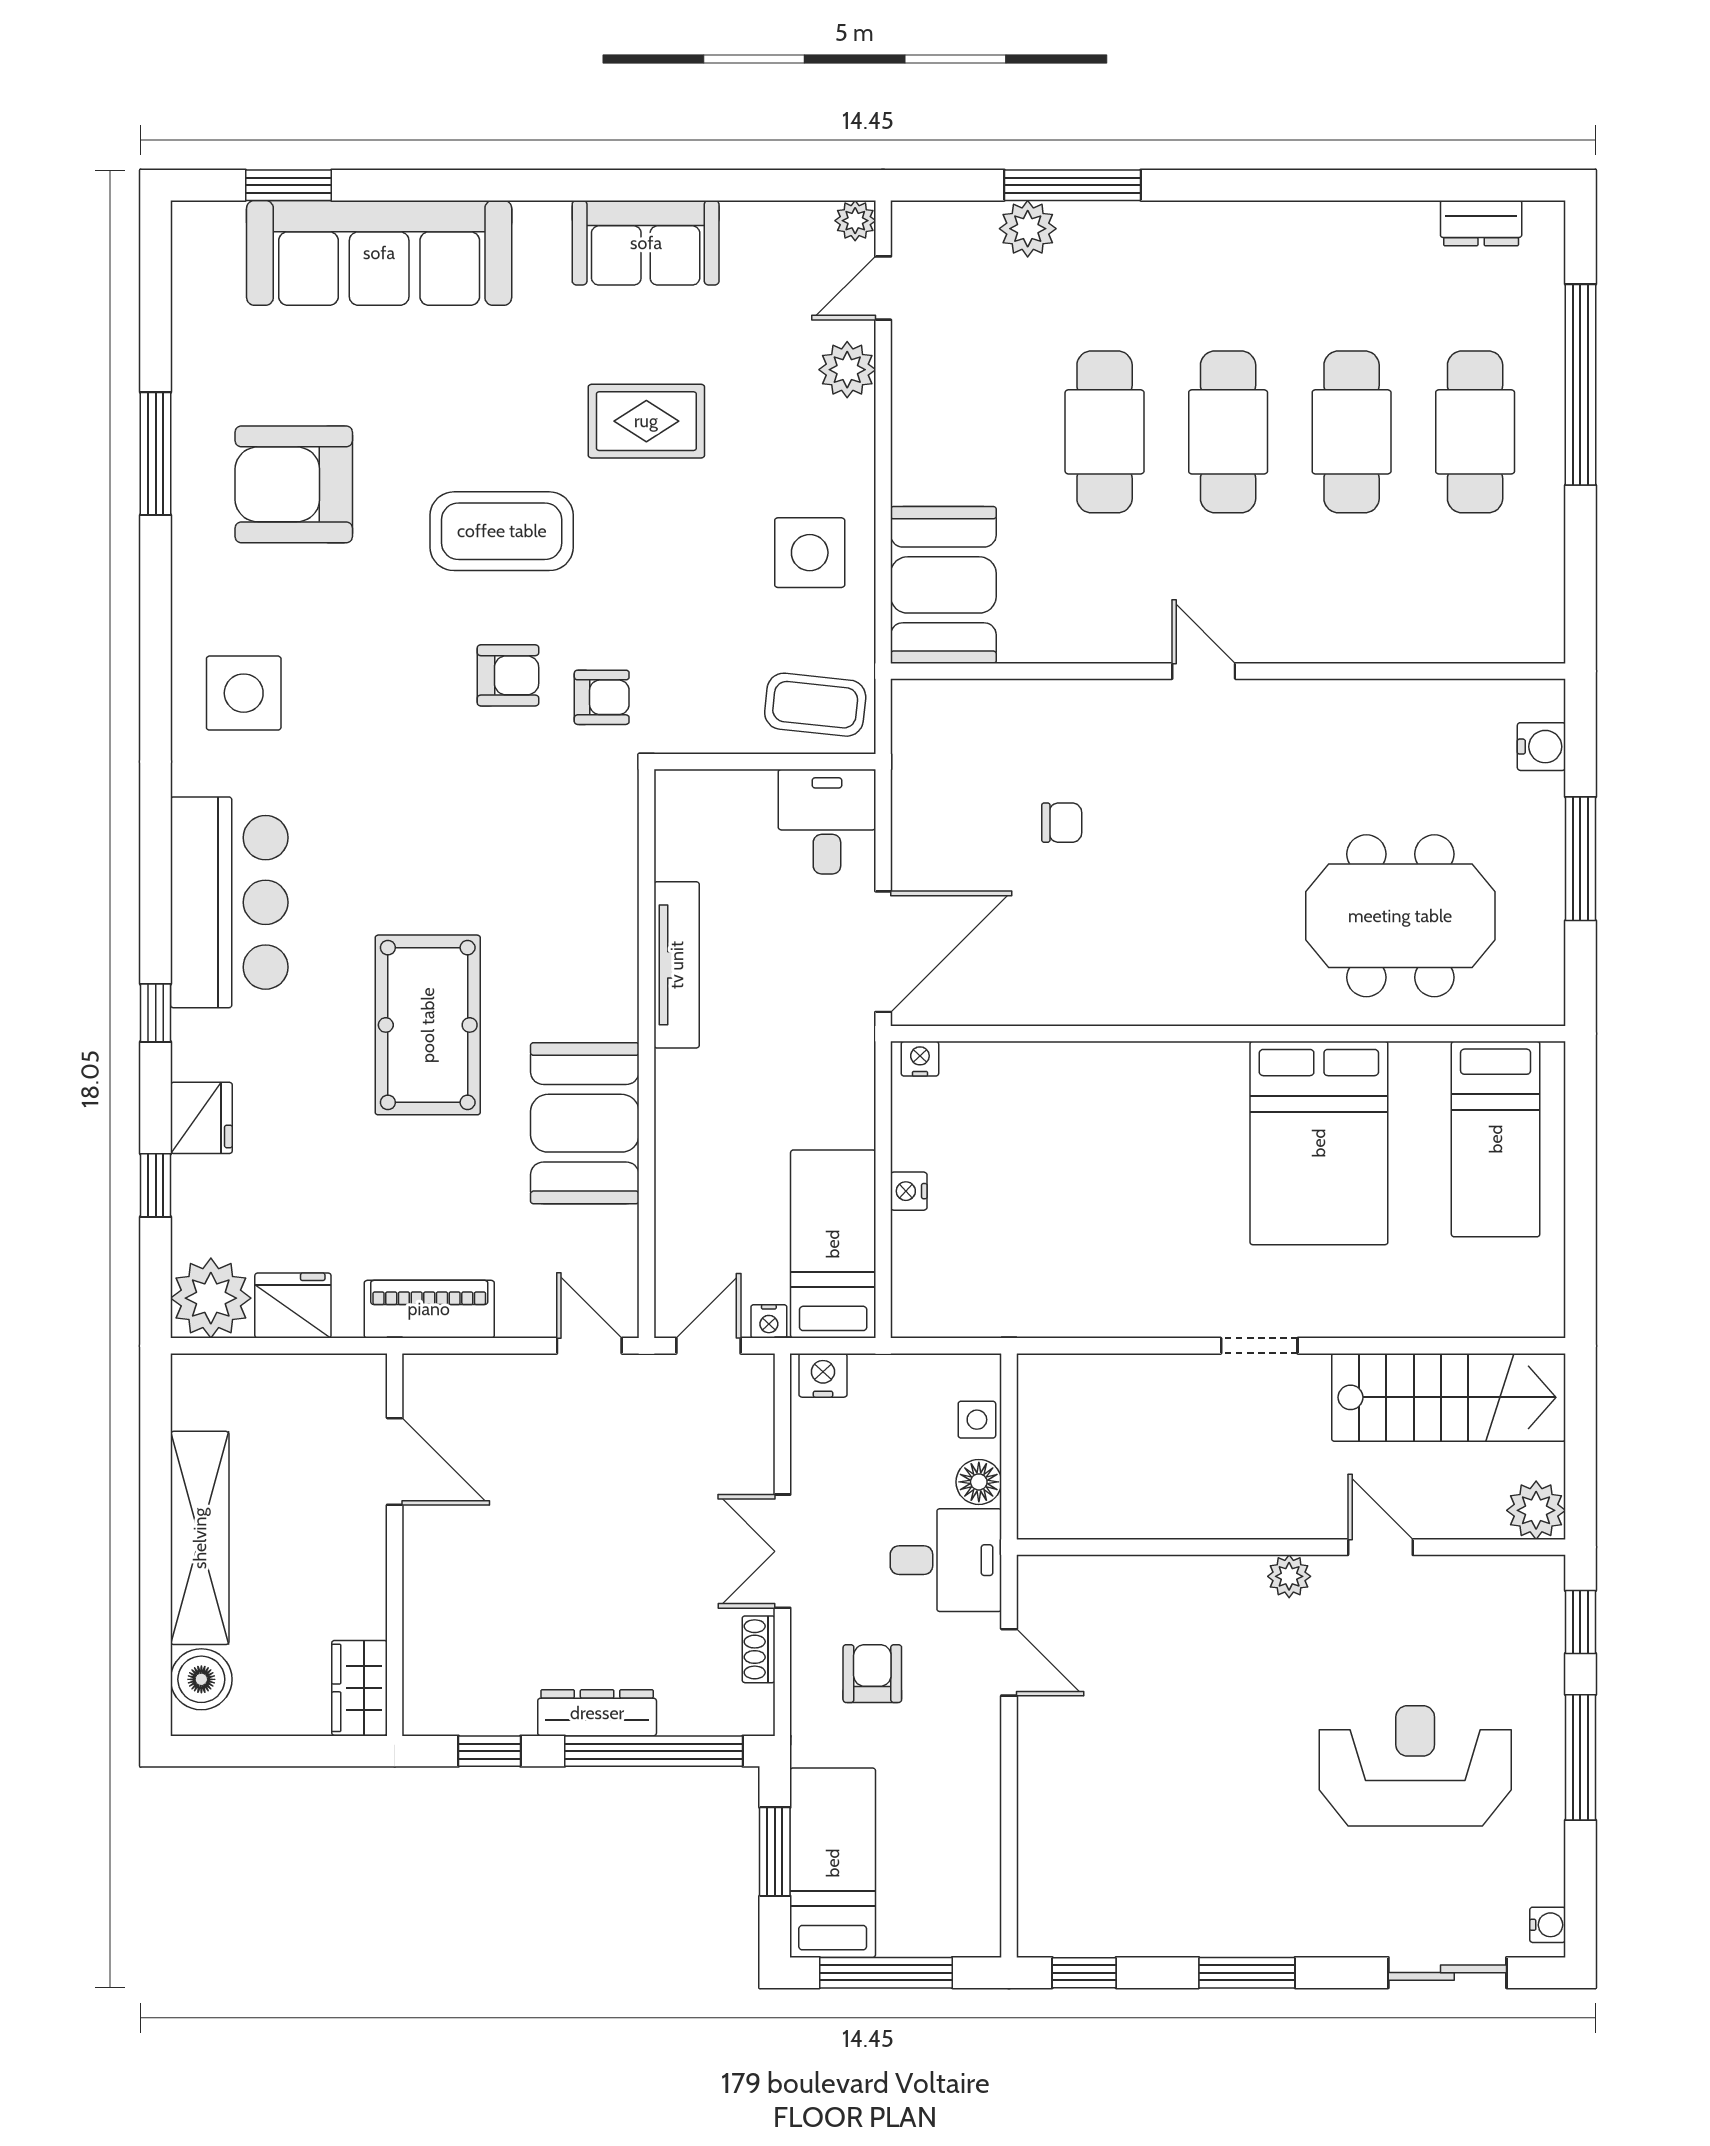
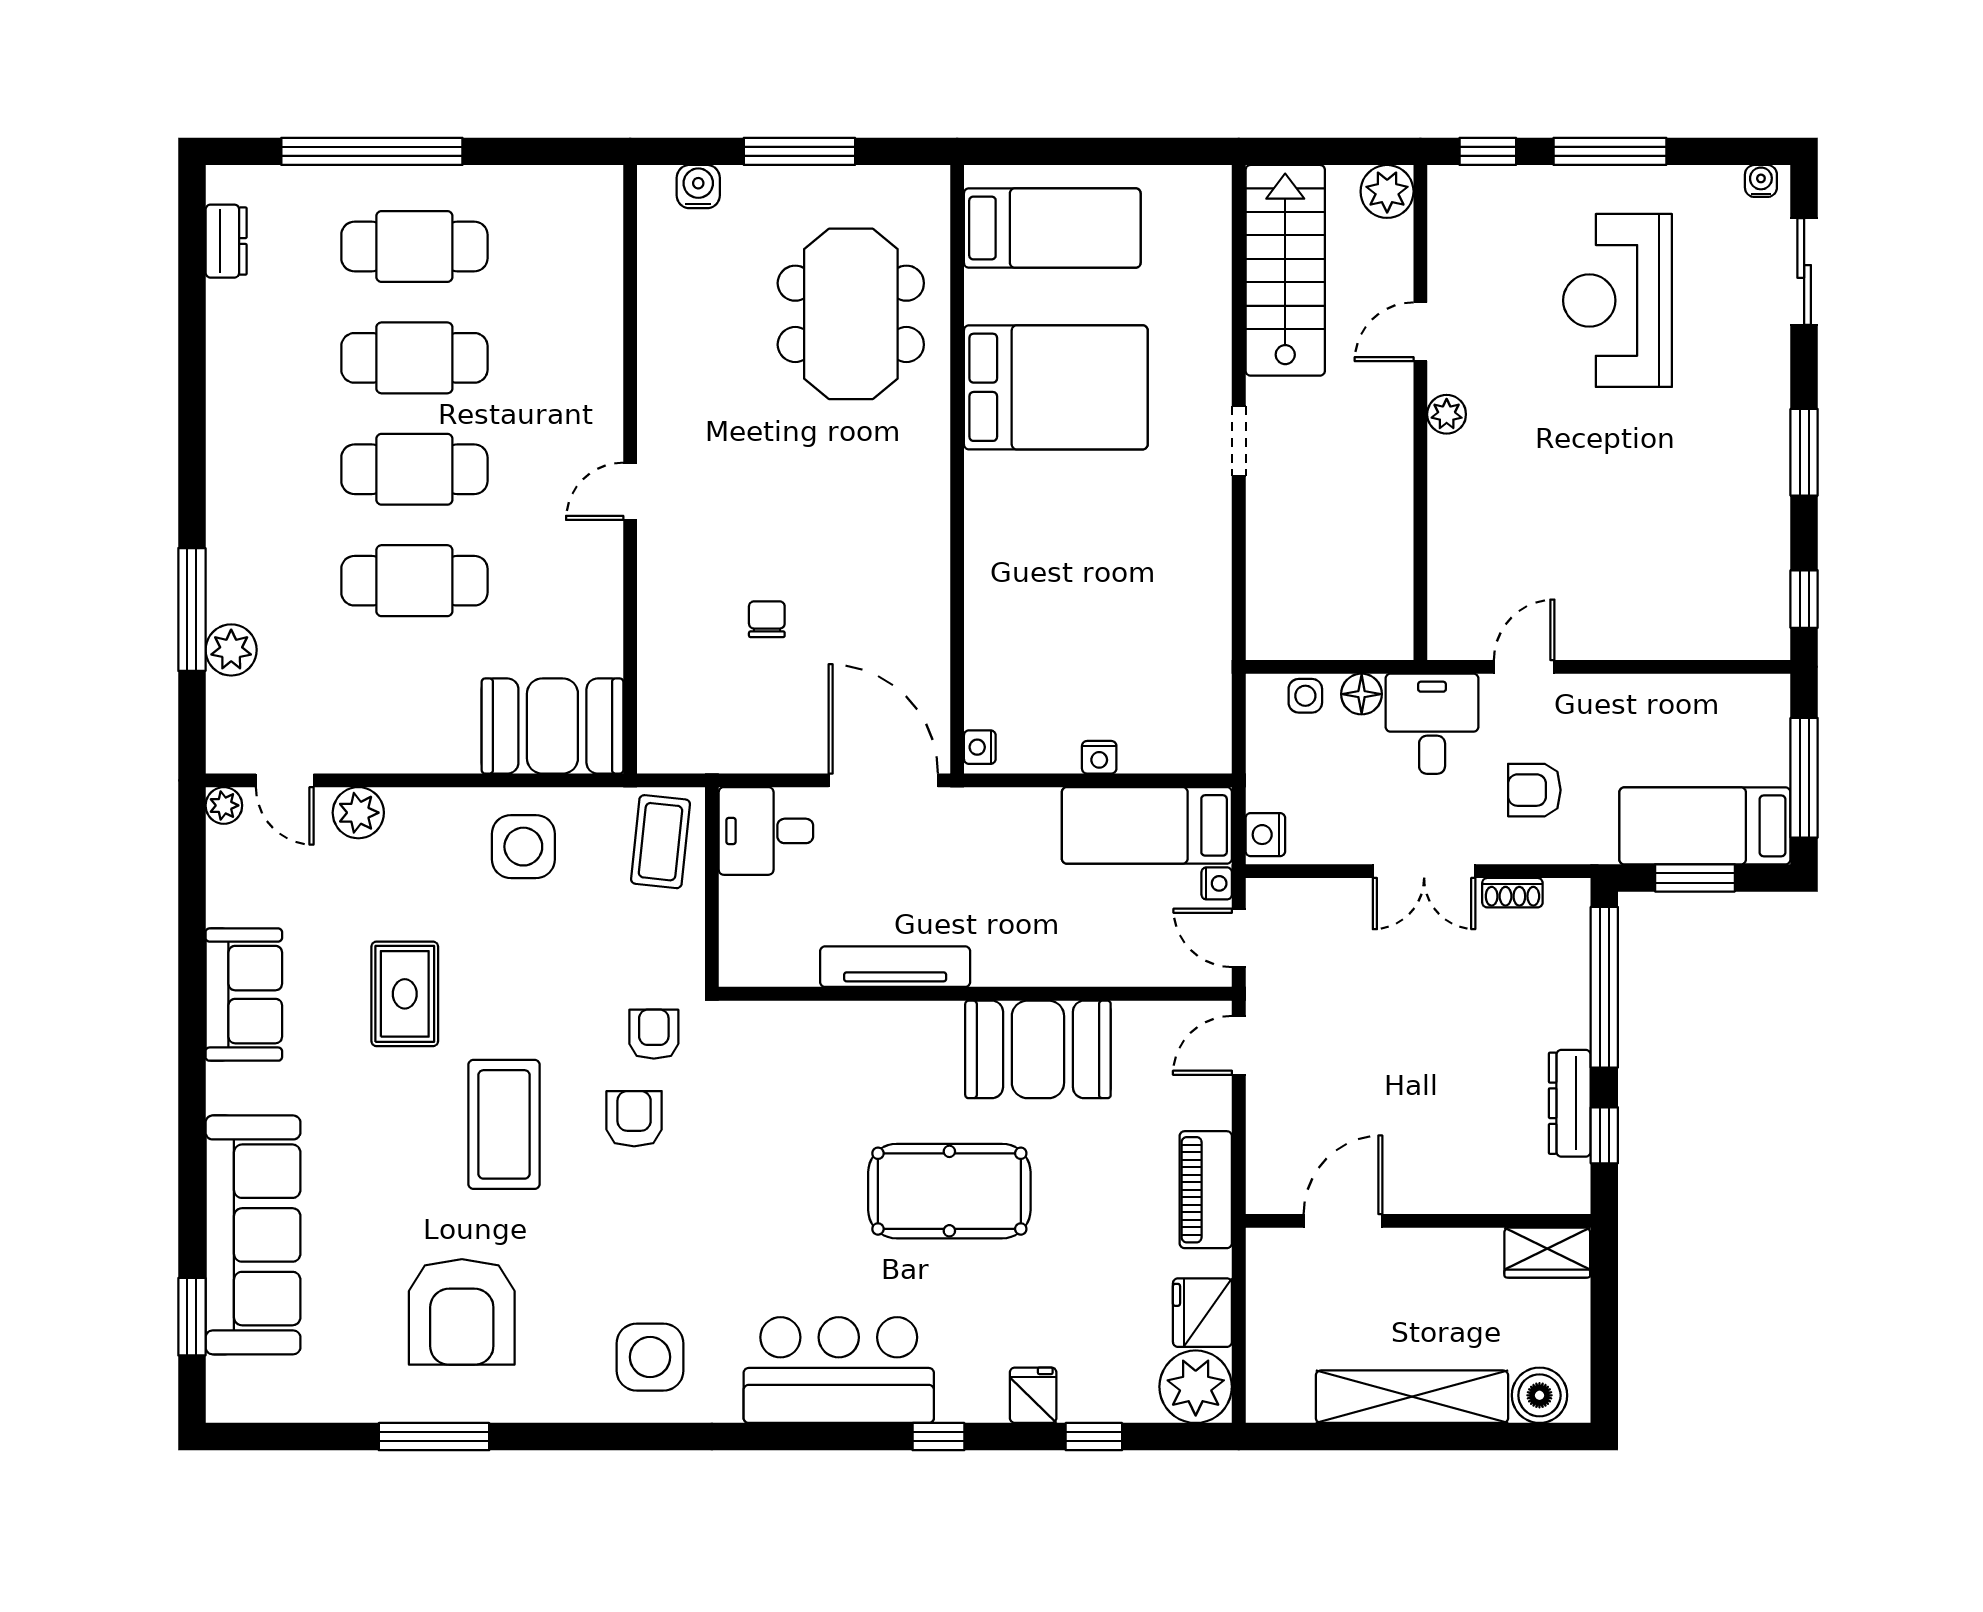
fridge: (201, 1118) -> (1033, 1395), width x0.72
dresser: (597, 1713) -> (1570, 1103), moved

